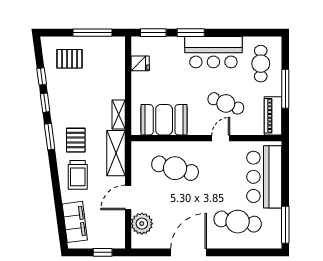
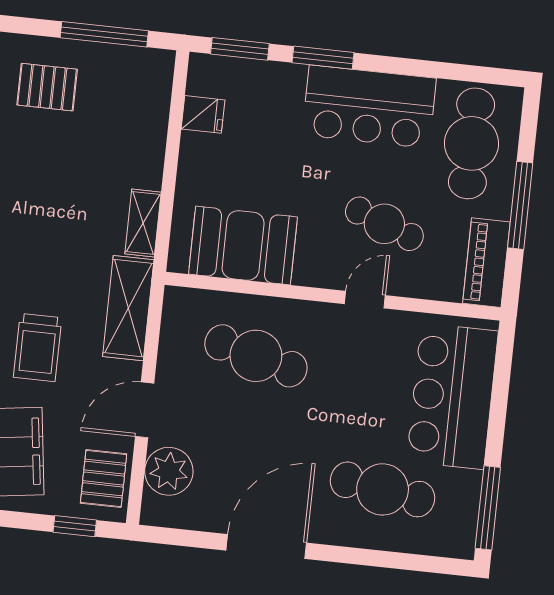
cafe table: (261, 64) -> (472, 143), width x1.37, depth x1.35
pallet: (76, 140) -> (104, 478), moved

